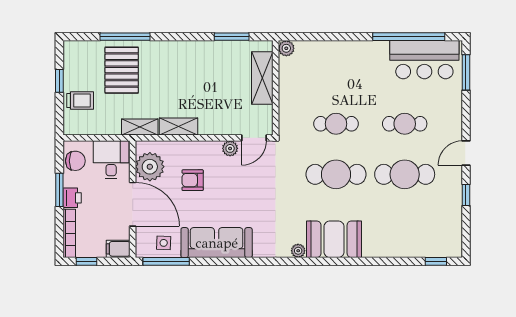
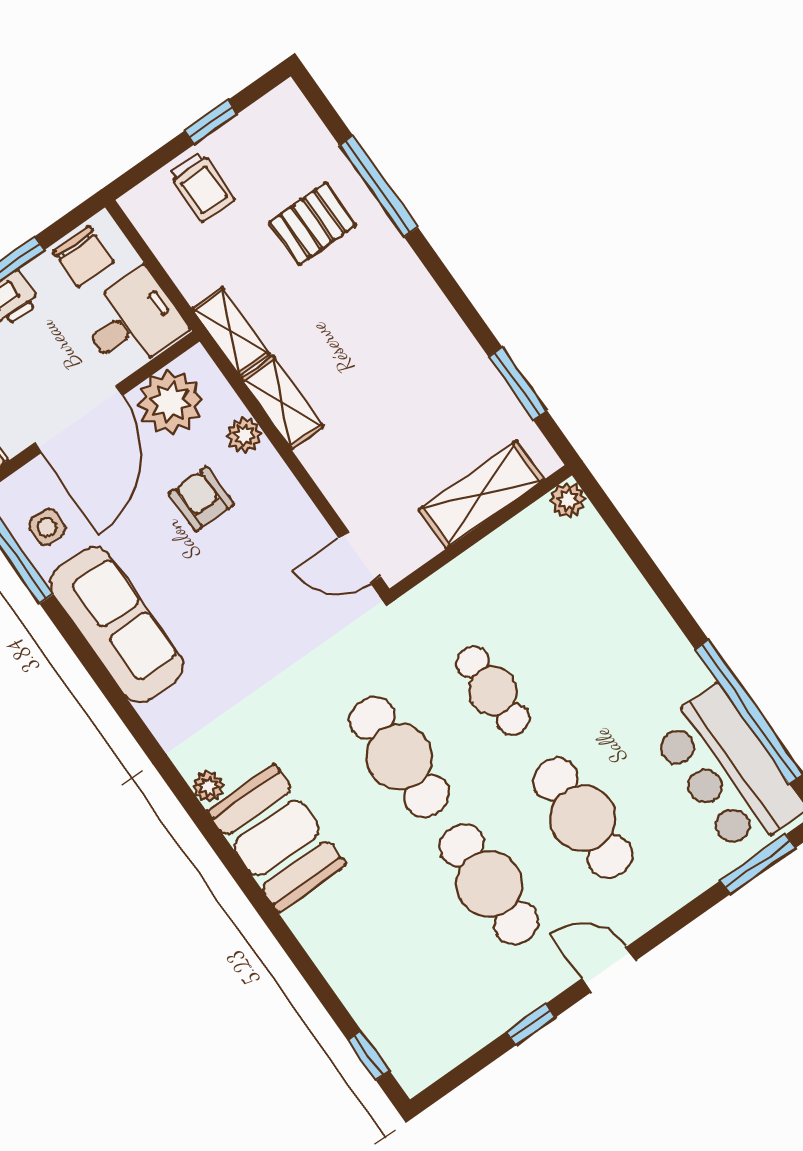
pallet: (122, 70) -> (312, 224), width x0.67, depth x0.71
cafe table: (405, 124) -> (583, 818), width x1.37, depth x1.35
plant: (230, 148) -> (244, 435), moved

